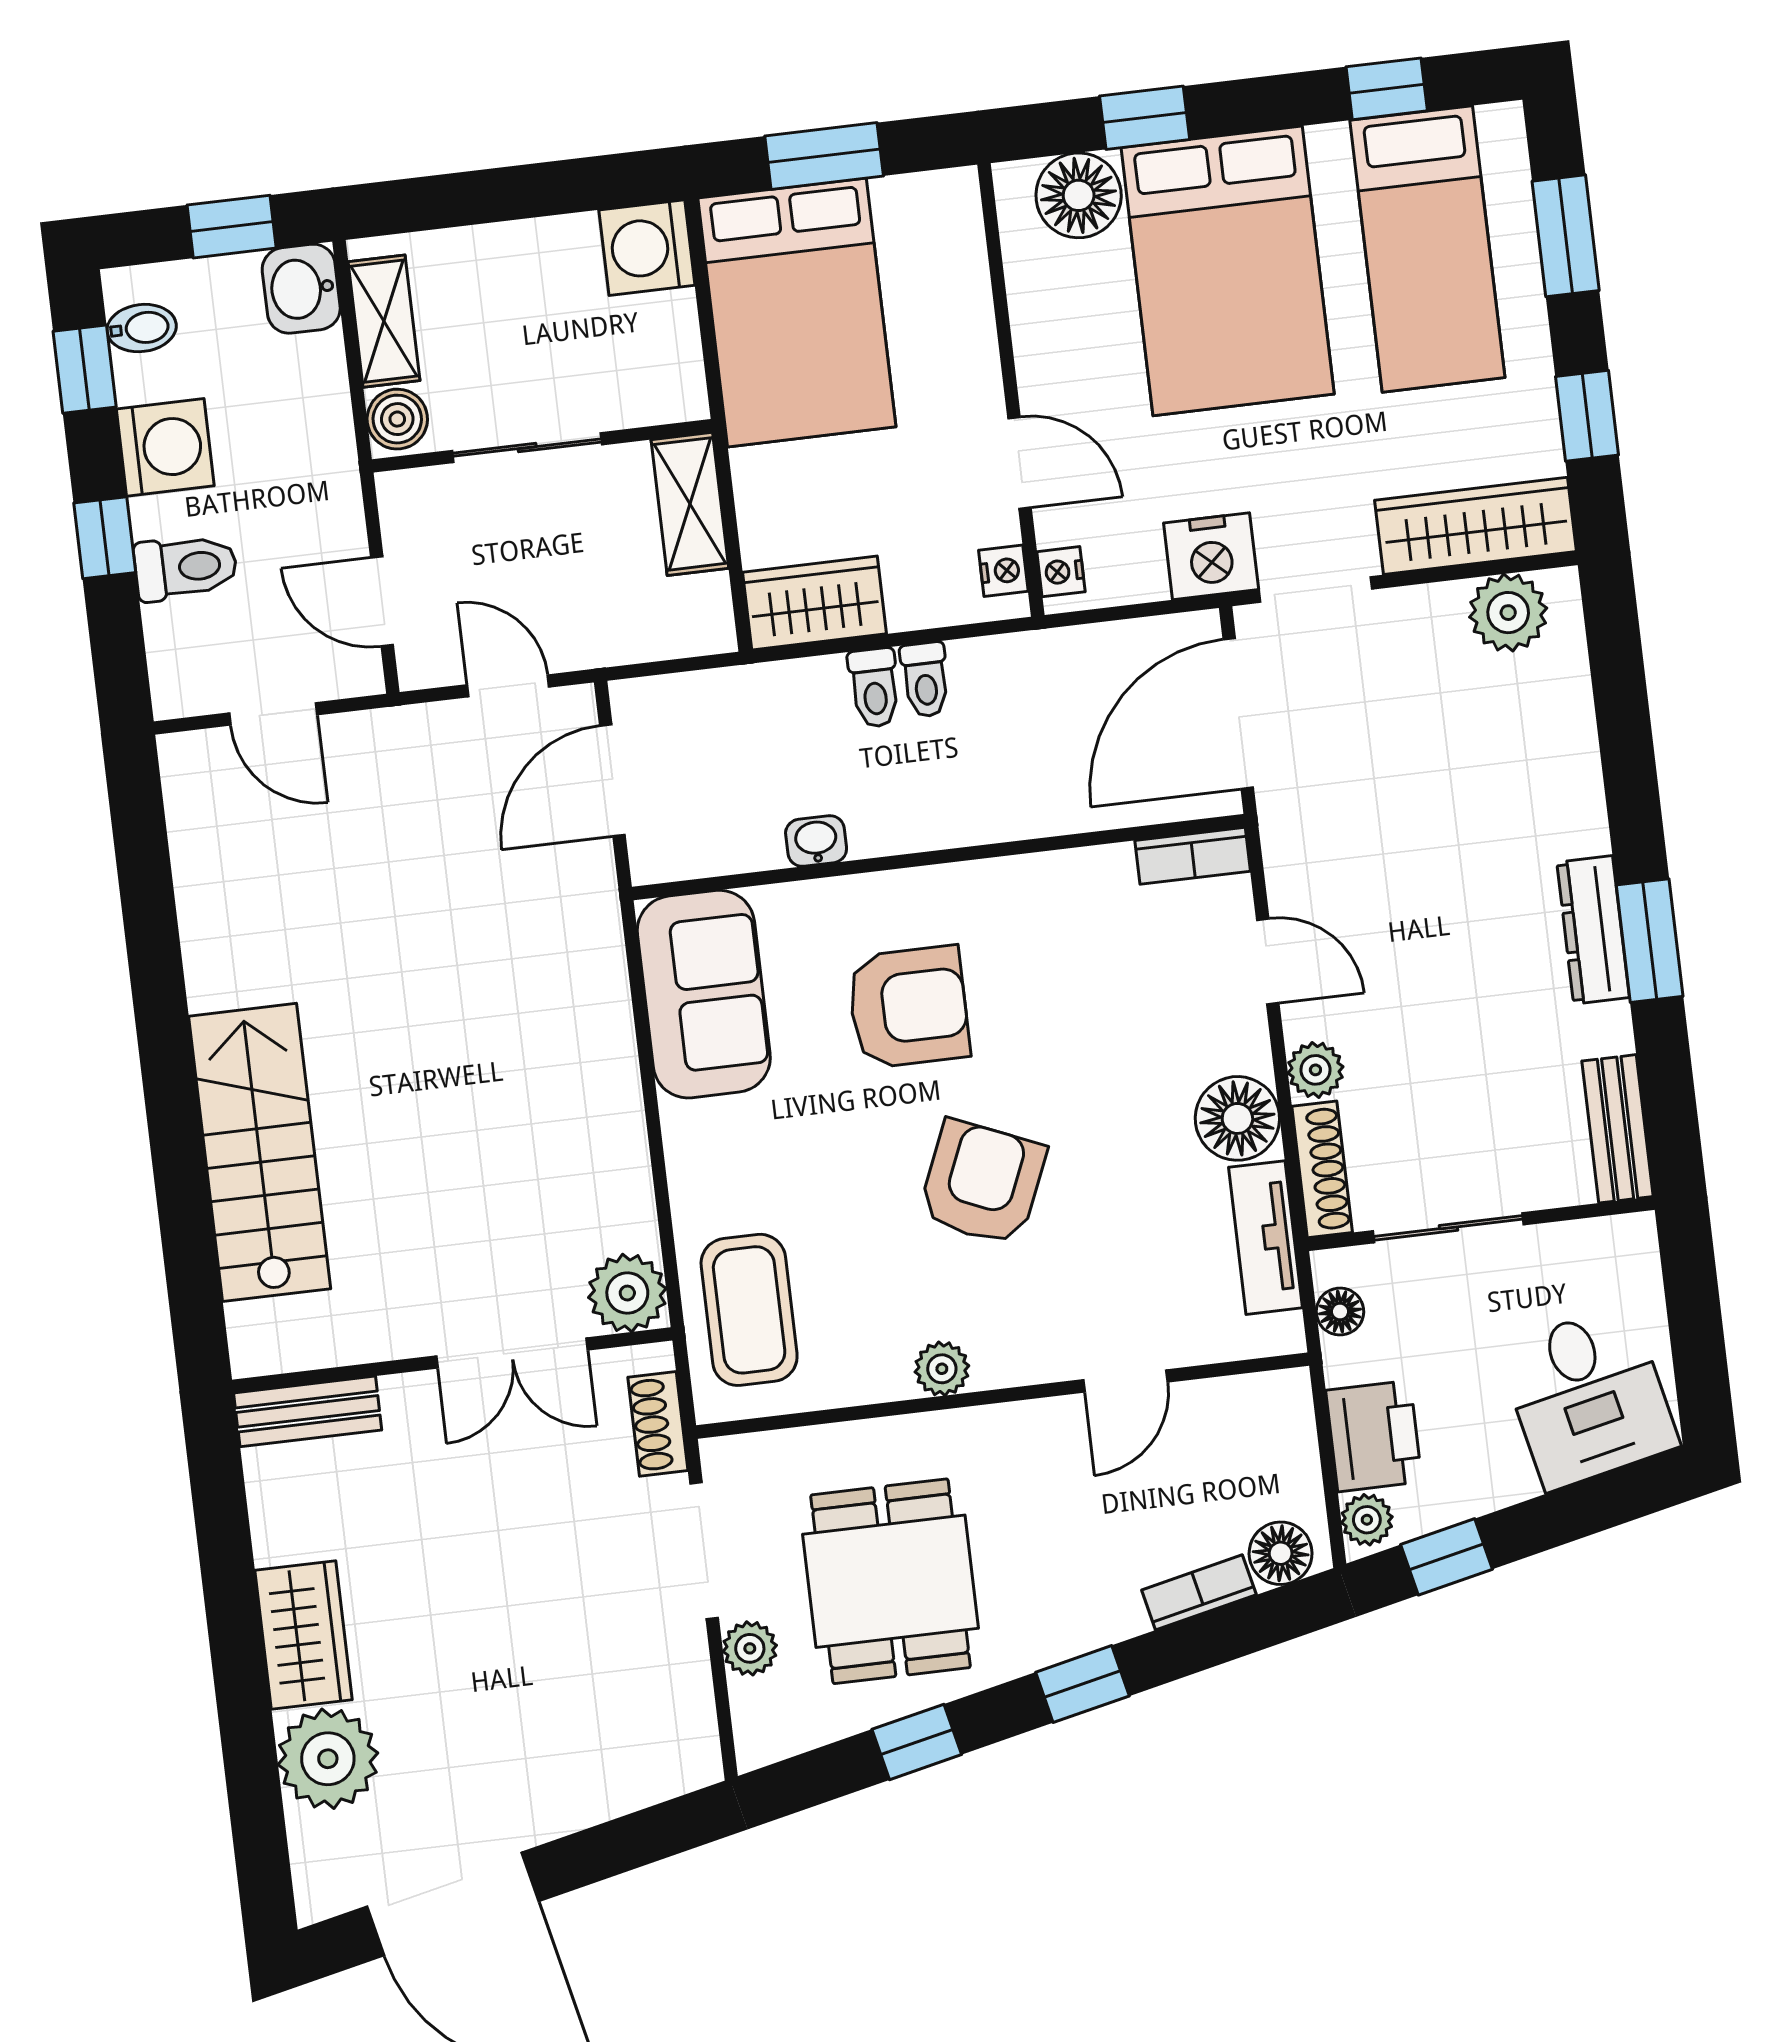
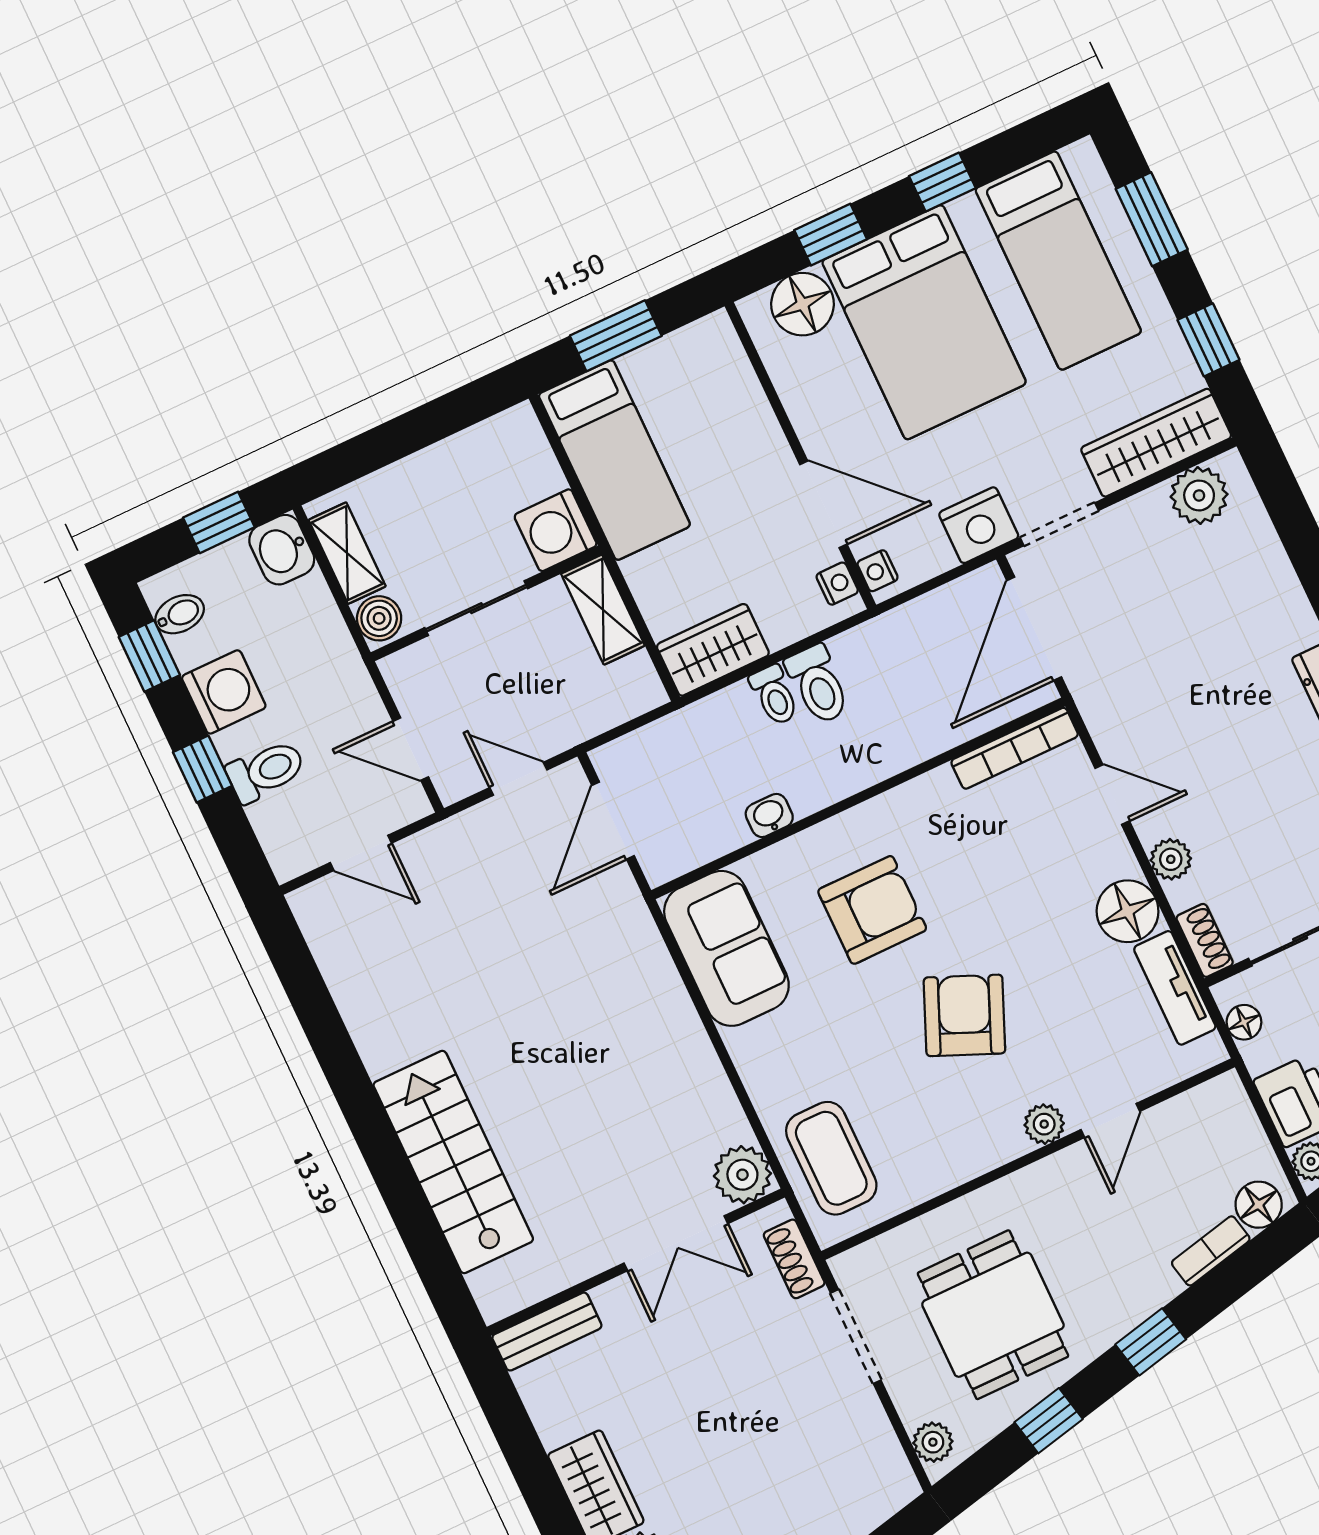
window: (1387, 89) -> (942, 182), moved
washing machine: (647, 248) -> (556, 530), moved
bed: (797, 312) -> (614, 460), width x0.67
door: (1020, 463) -> (823, 504), width x1.38
toilet: (925, 680) -> (818, 684), width x1.37, depth x1.39
bookcase: (1193, 856) -> (1015, 748), width x1.56
shoe rack: (1322, 1169) -> (1205, 940), width x0.70
plant: (942, 1369) -> (1044, 1124), moved
plant: (750, 1648) -> (933, 1442), moved

